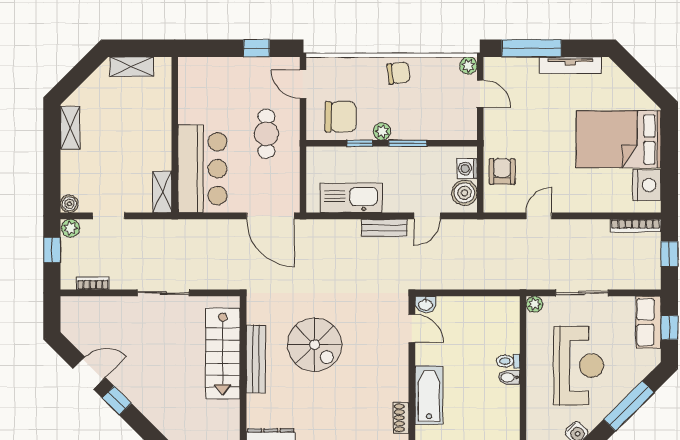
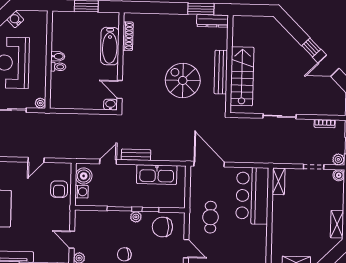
shoe rack: (401, 418) -> (128, 36), width x1.43

